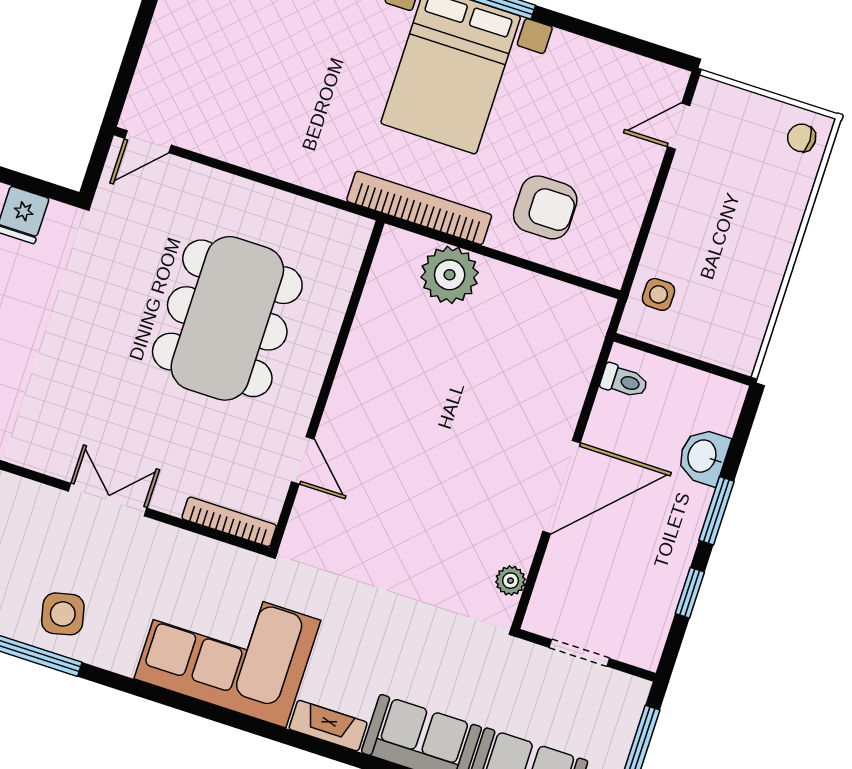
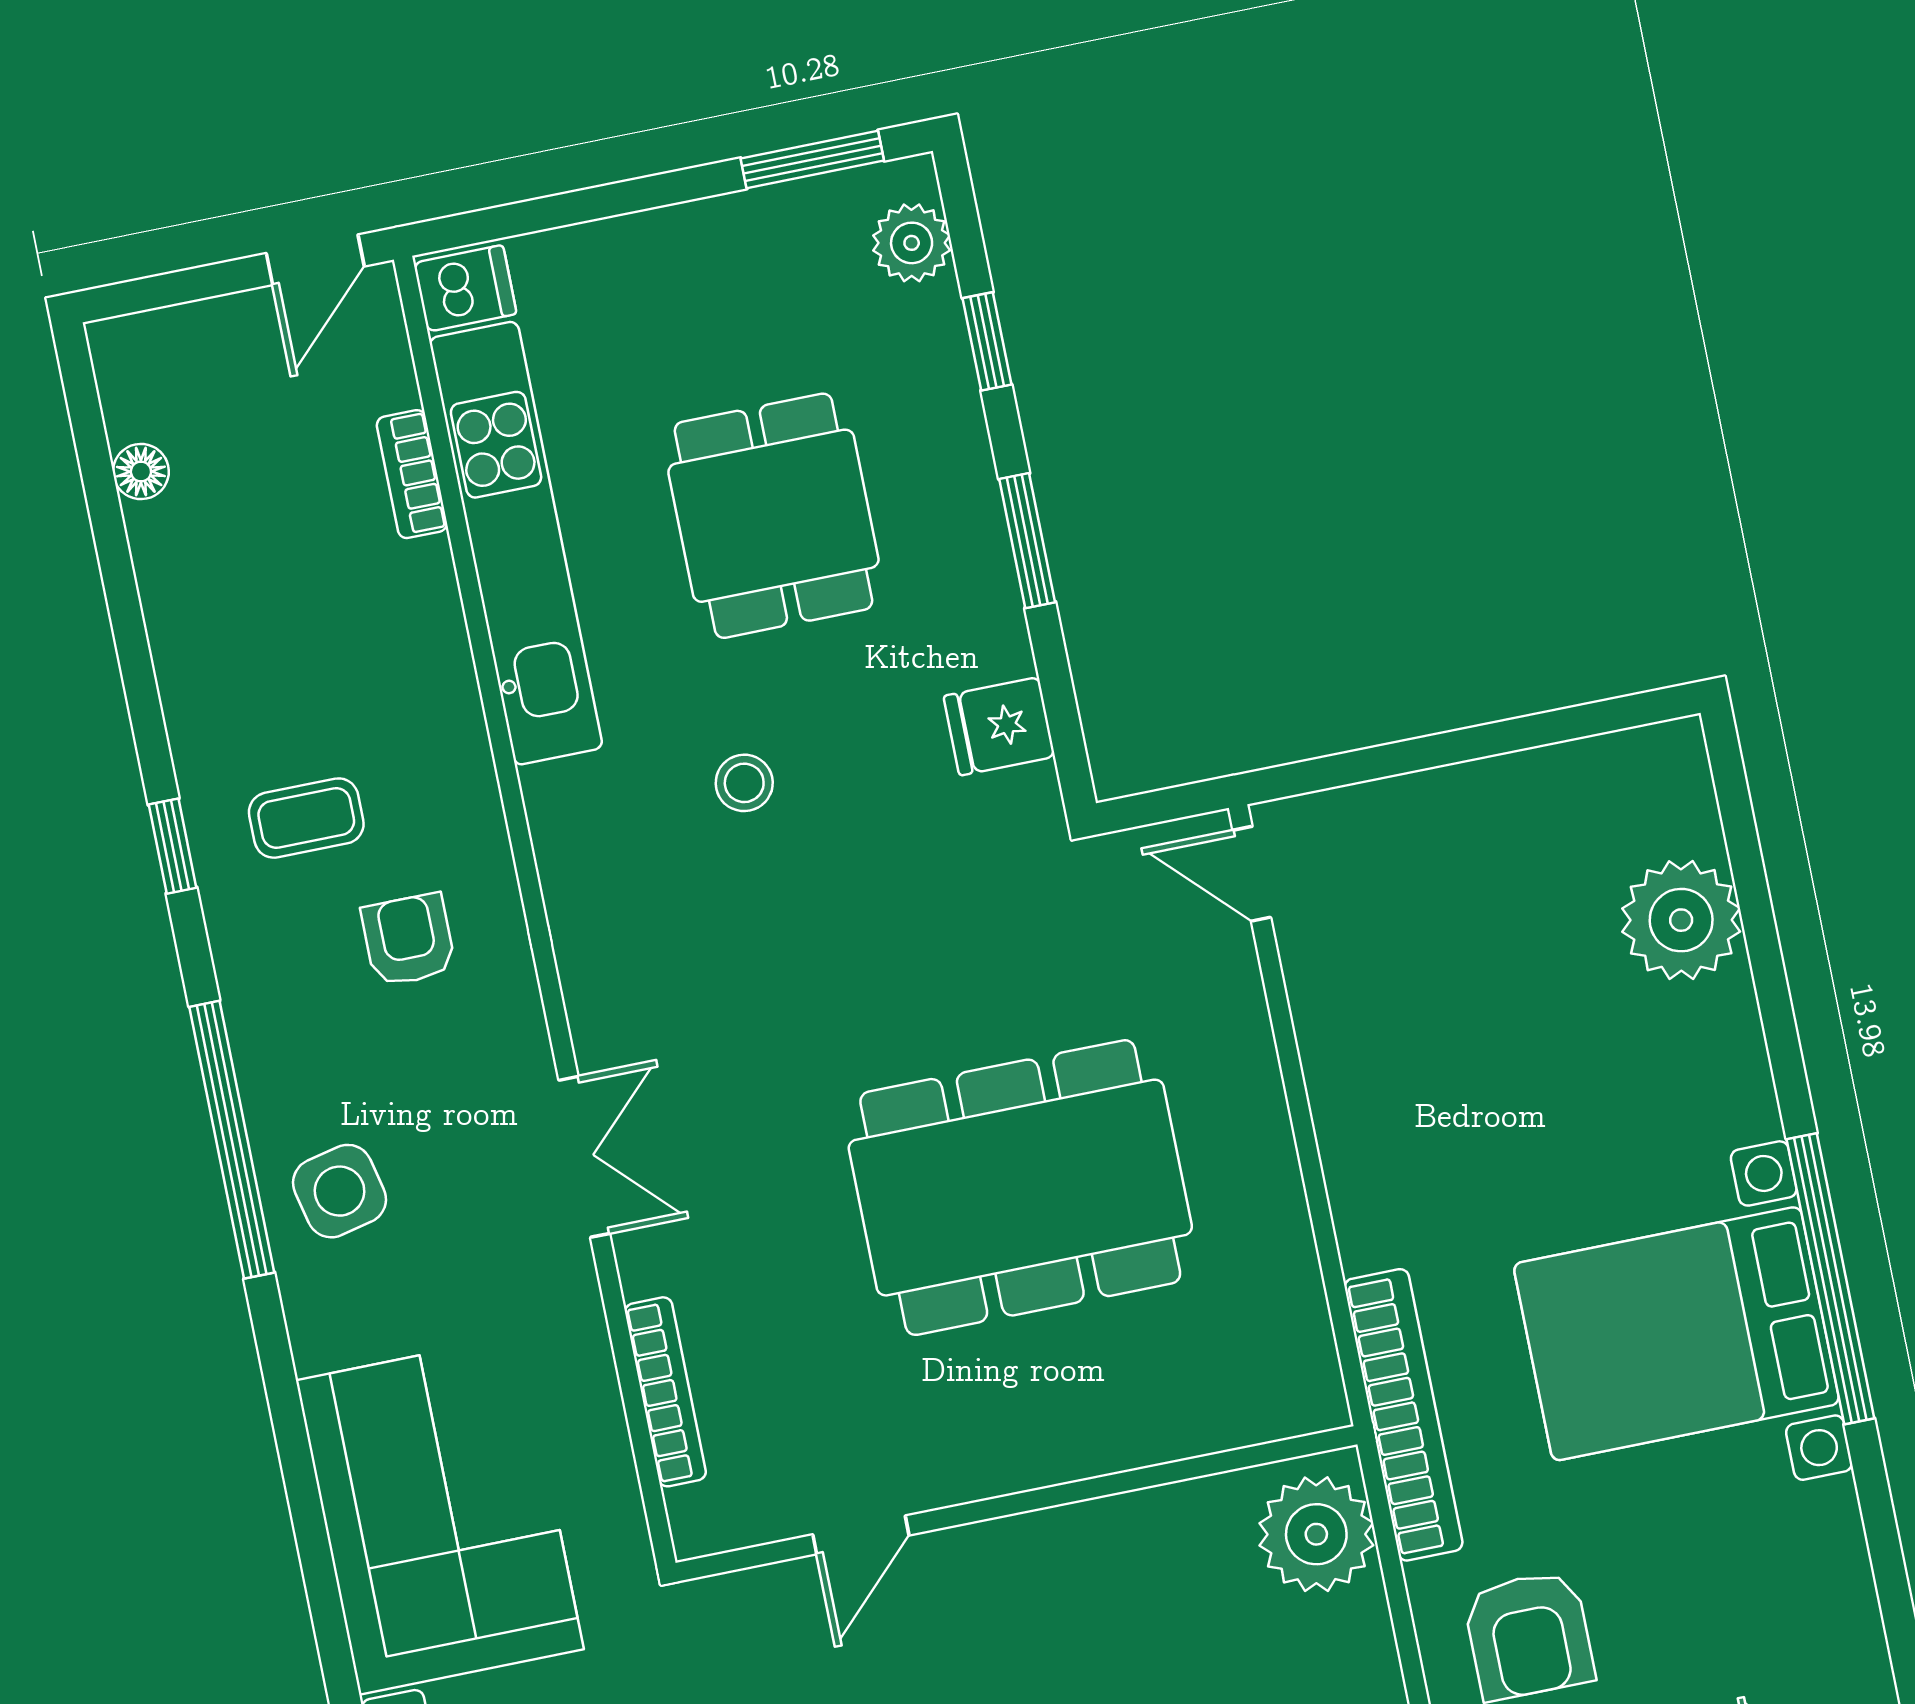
wall: (327, 385) -> (1016, 1504), moved
door: (303, 460) -> (861, 1535), moved

